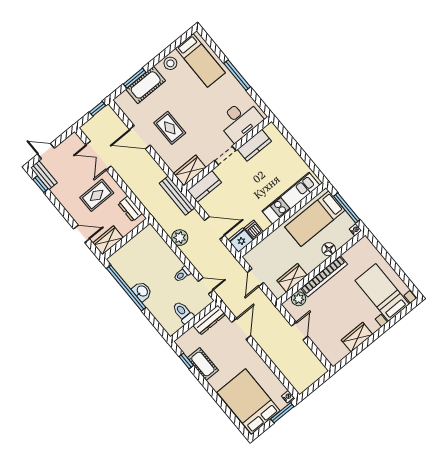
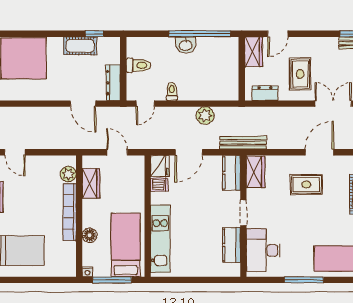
door: (300, 331) -> (15, 152), moved

